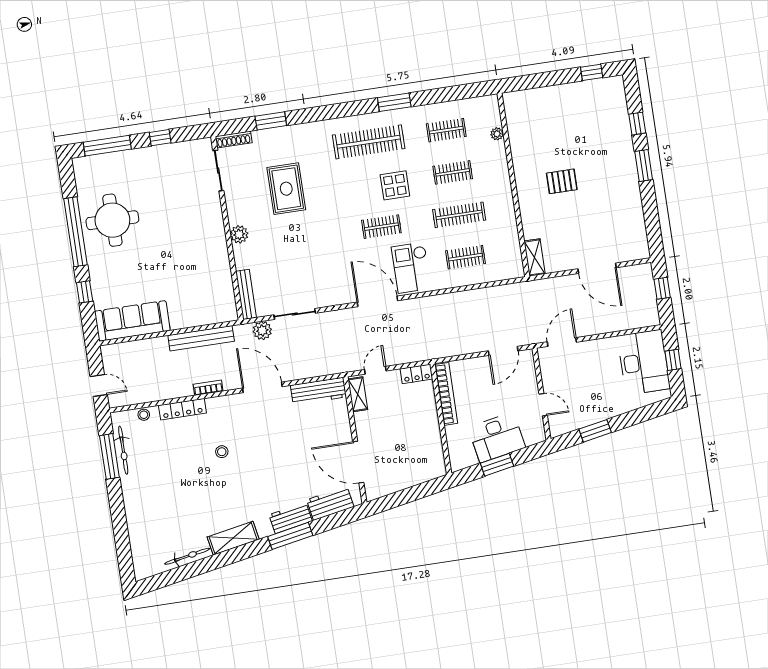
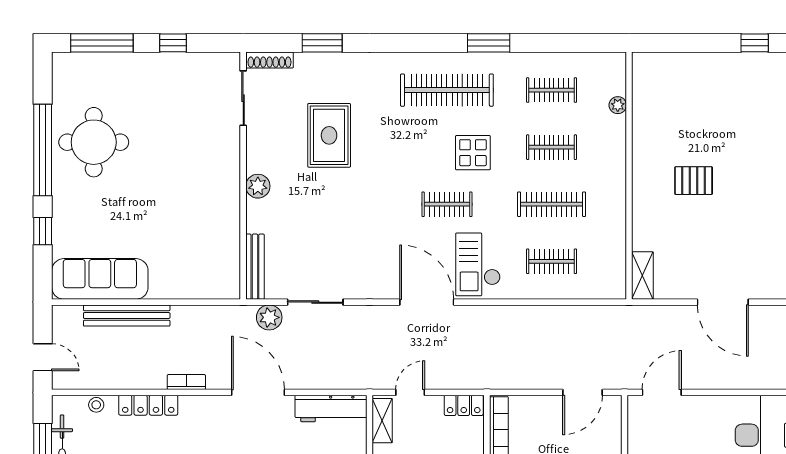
bench: (201, 338) -> (127, 315), moved

